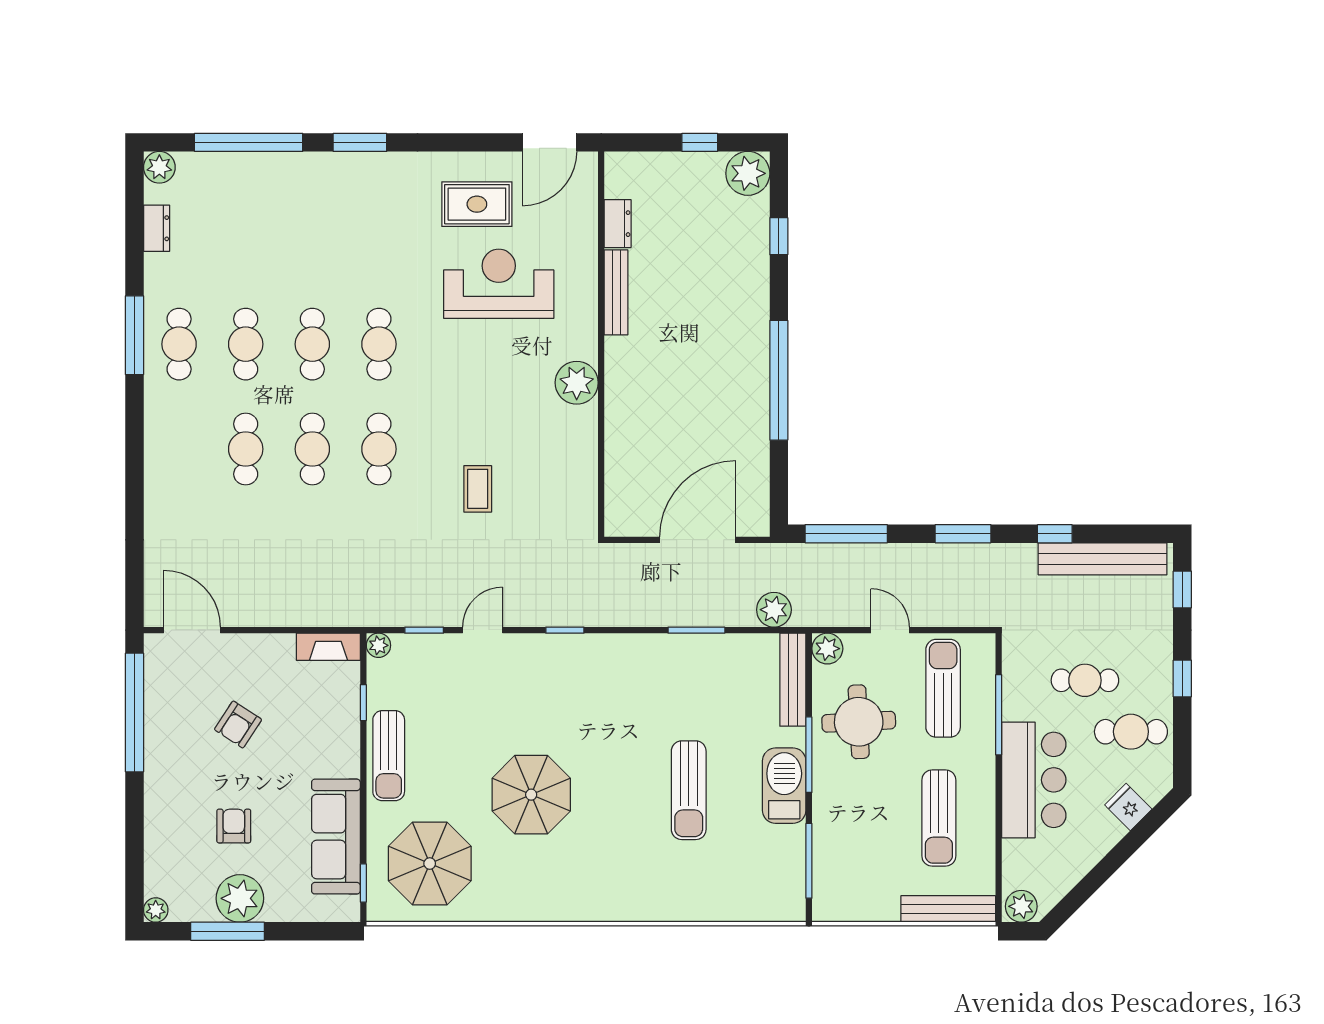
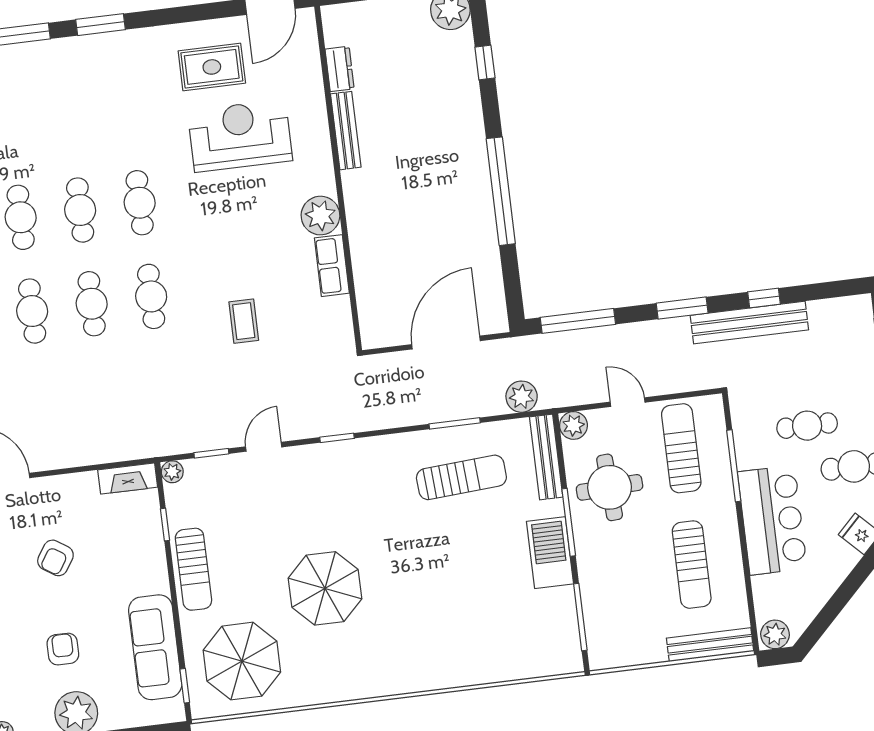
row of seats: (582, 439) -> (332, 266), added
bench: (1103, 559) -> (749, 323), moved
sun lounger: (689, 790) -> (461, 477), moved, turned -94

